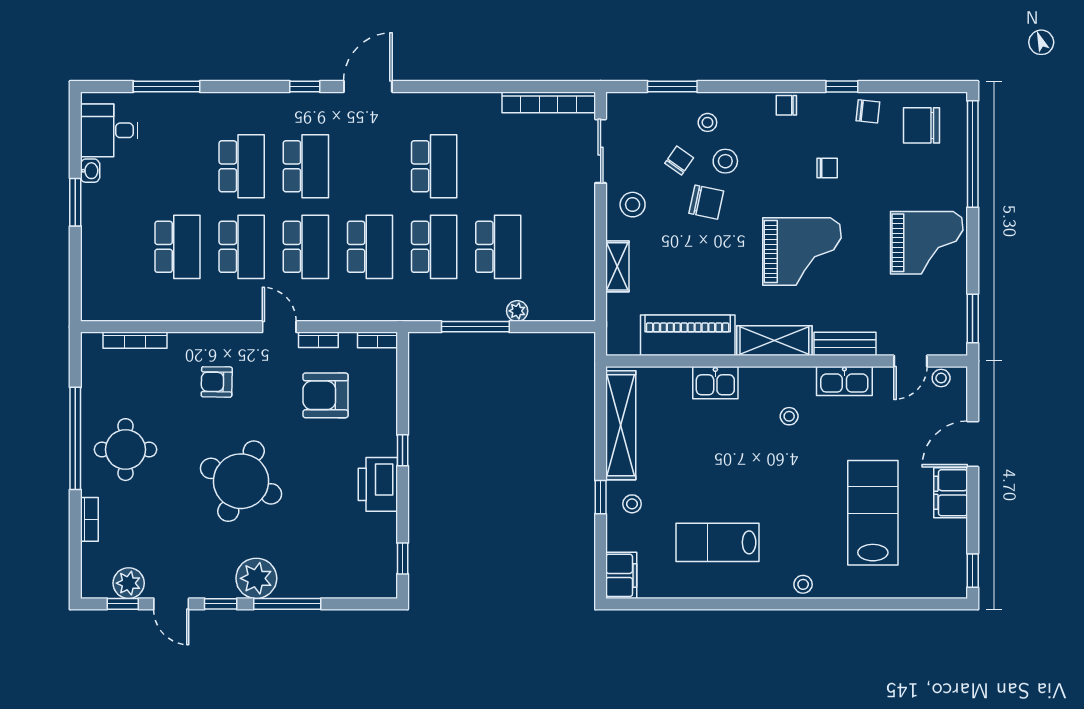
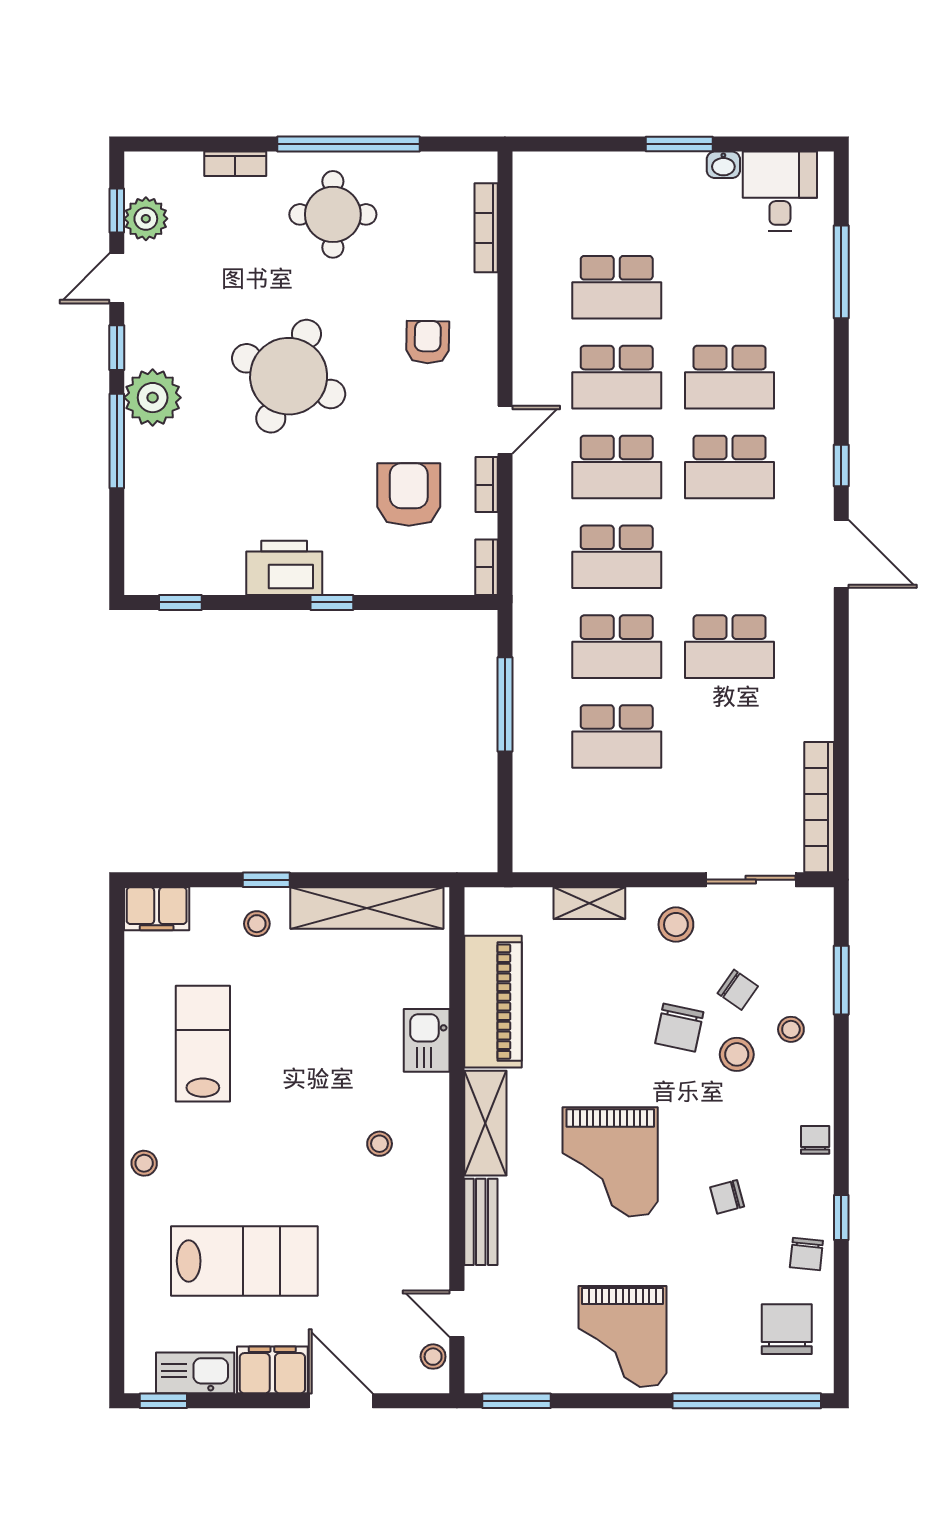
chair: (827, 168) -> (727, 1197), turned 75
plant: (517, 311) -> (527, 763), removed
kitchen sink: (844, 381) -> (195, 1373), moved, turned 90

